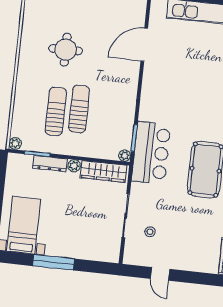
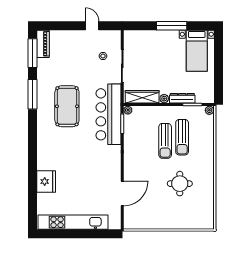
bar counter: (151, 153) -> (108, 114), width x1.36

